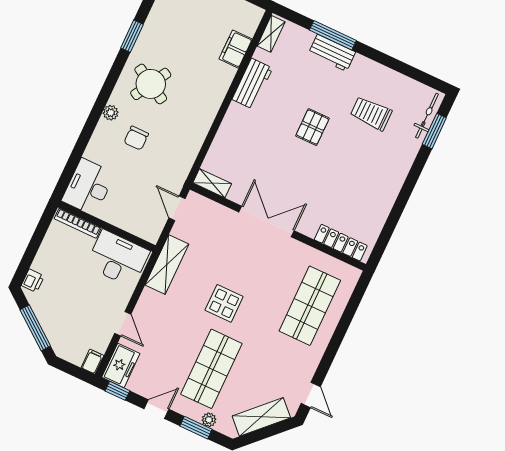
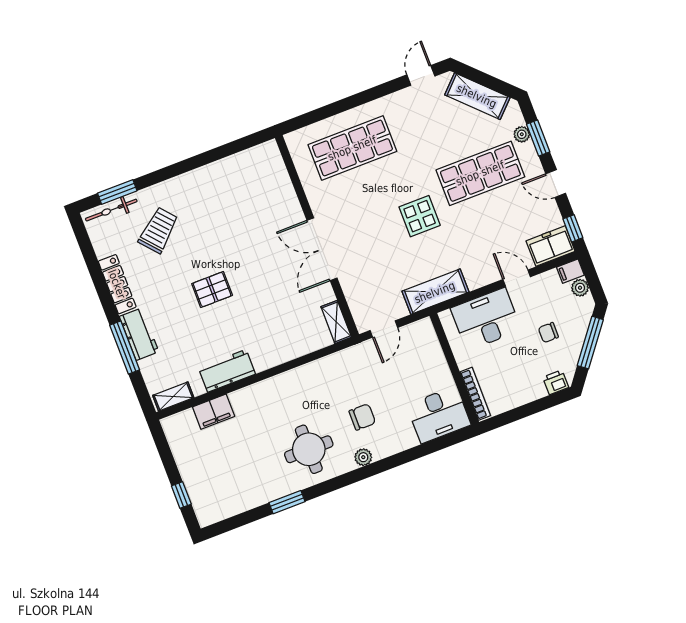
round table: (151, 84) -> (309, 449), turned -30
trolley: (371, 113) -> (158, 230), moved, turned -131
locker: (341, 243) -> (117, 284), moved, turned 180
desk: (118, 258) -> (486, 319), moved, turned 90
chair: (69, 308) -> (548, 333), added
door: (123, 324) -> (517, 278), hinge flipped
plant: (76, 357) -> (580, 288), added

